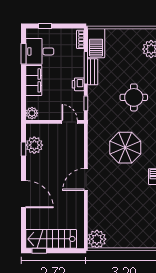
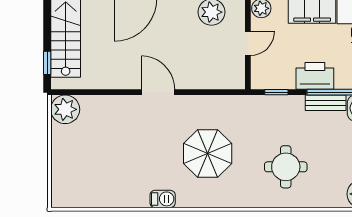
printer: (78, 84) -> (315, 76), width x1.87, depth x1.48
door: (70, 122) -> (248, 43), moved
window: (39, 251) -> (47, 63), moved

